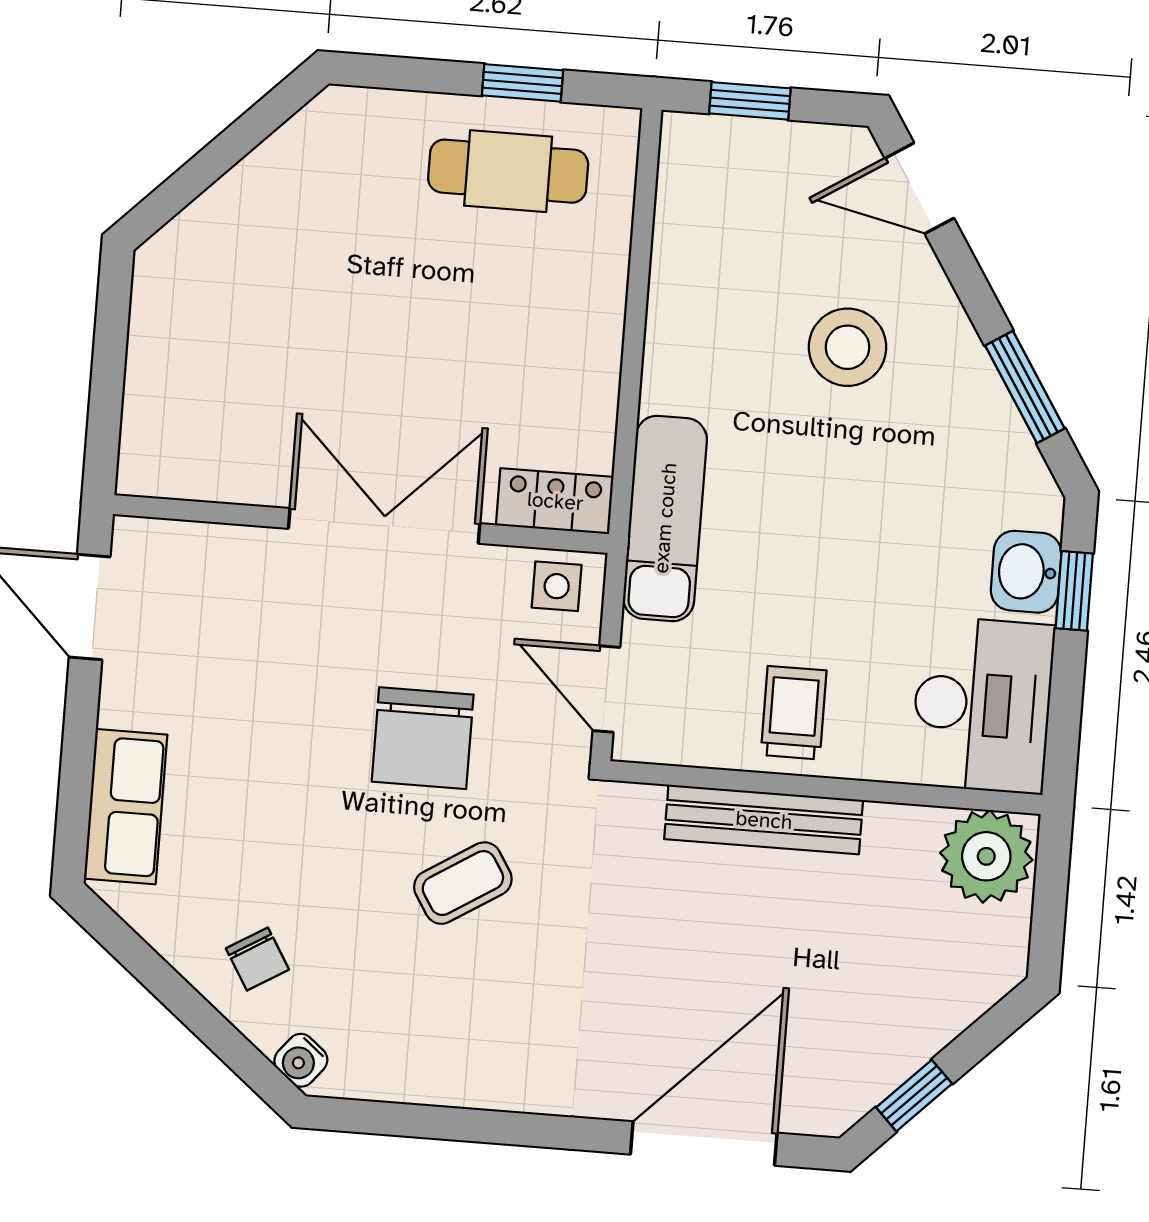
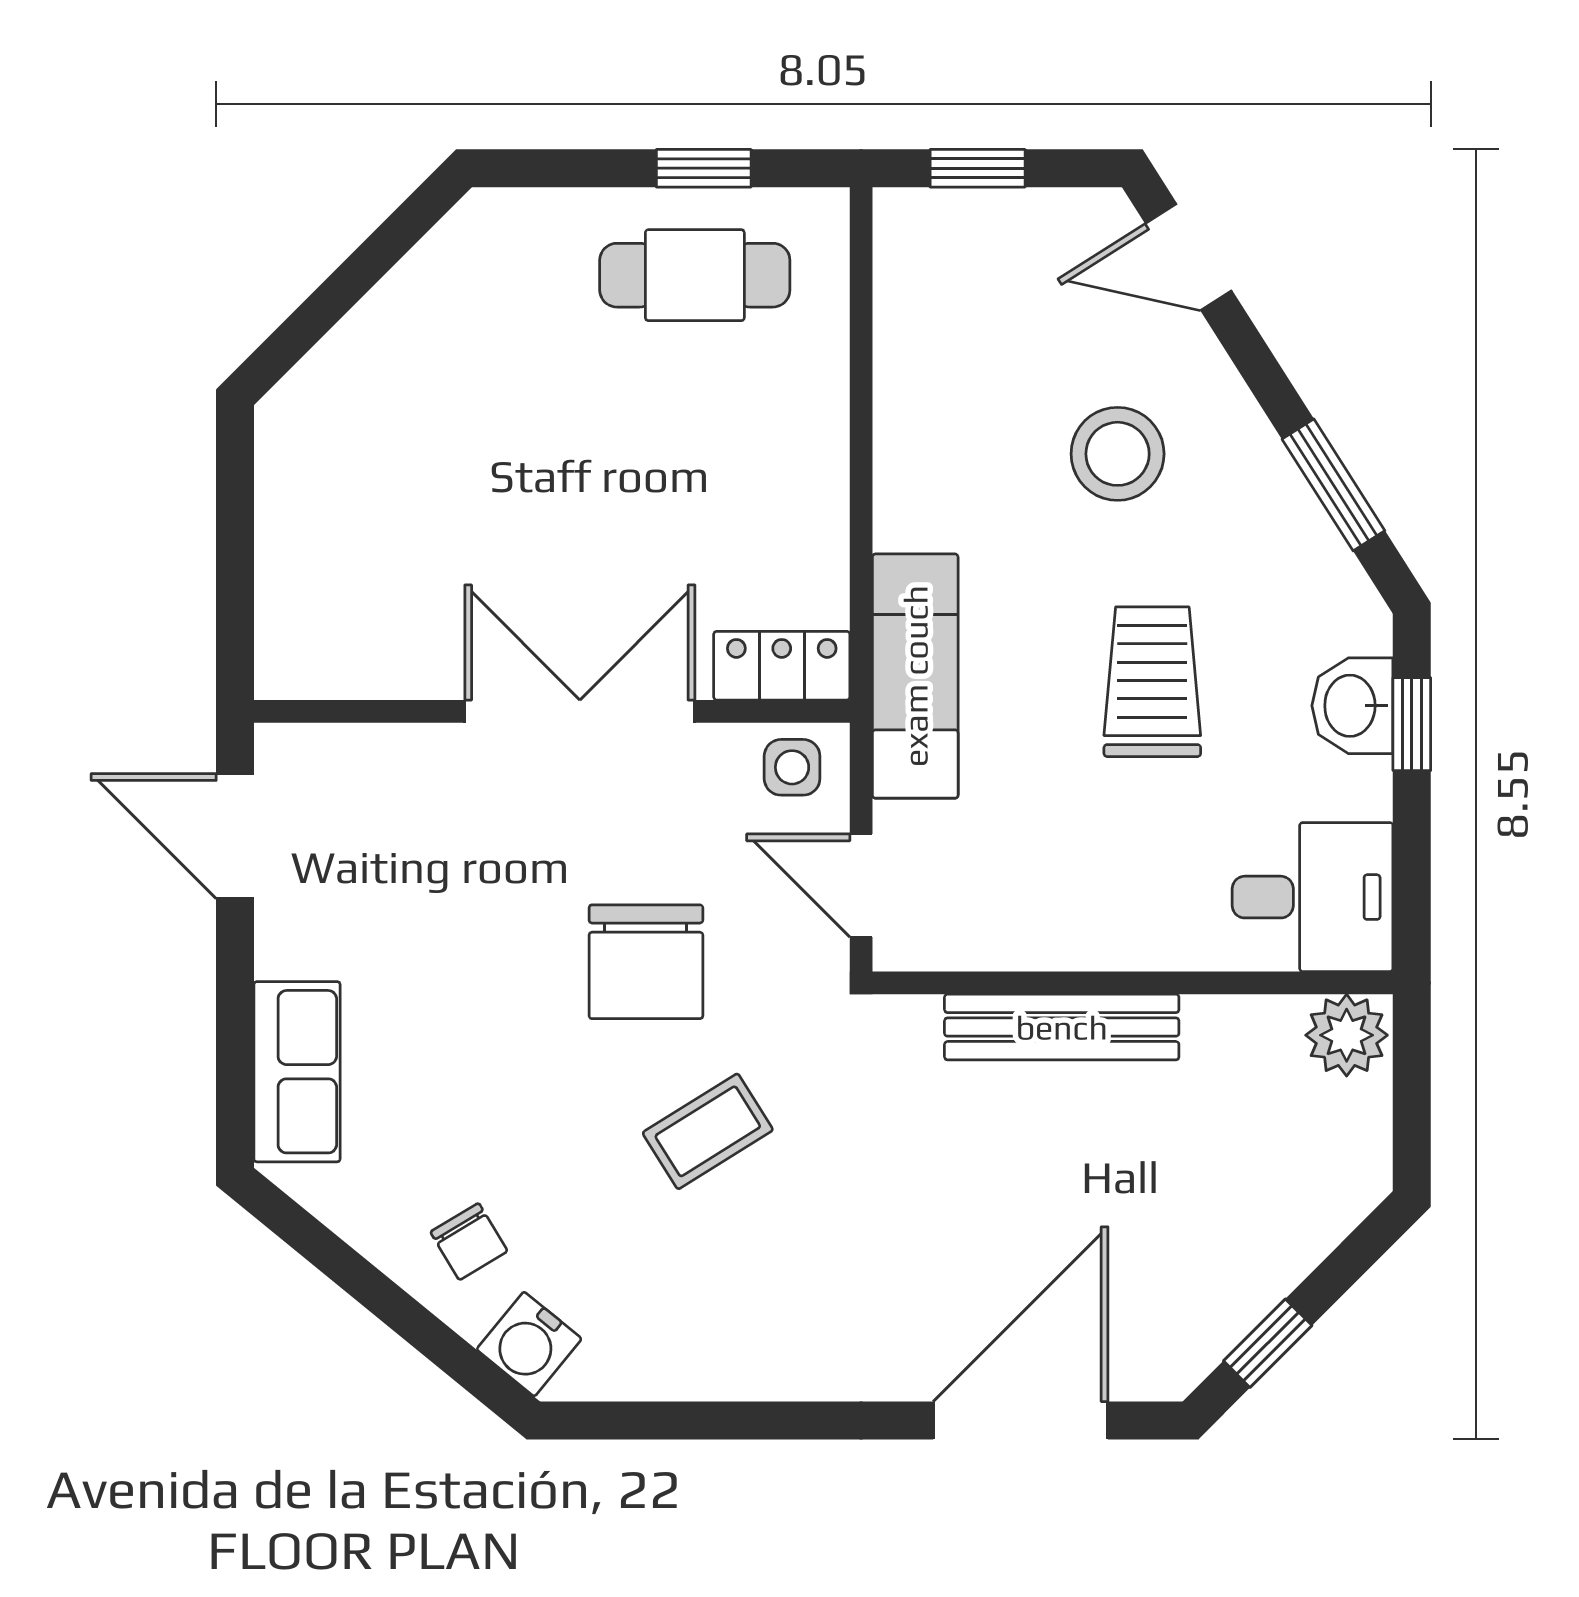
desk: (982, 705) -> (1313, 897), width x0.73
trolley: (794, 713) -> (1152, 682), moved, width x1.36, depth x1.39
plant: (986, 856) -> (1347, 1035), width x0.73, depth x0.73
water cooler: (301, 1060) -> (529, 1344), width x1.38, depth x1.38

